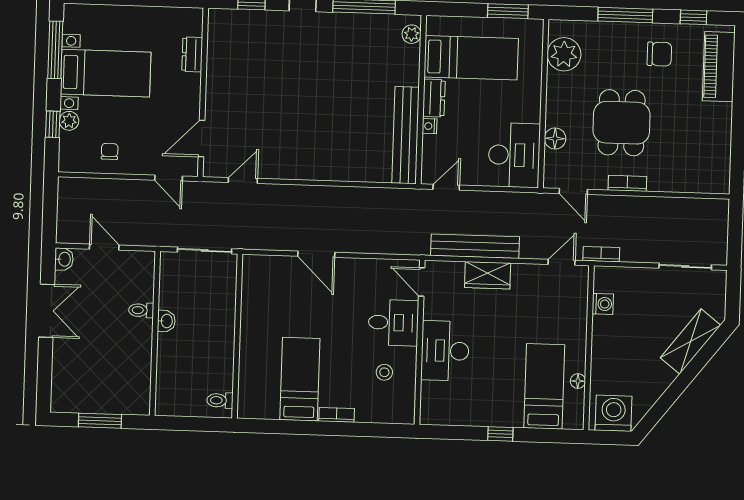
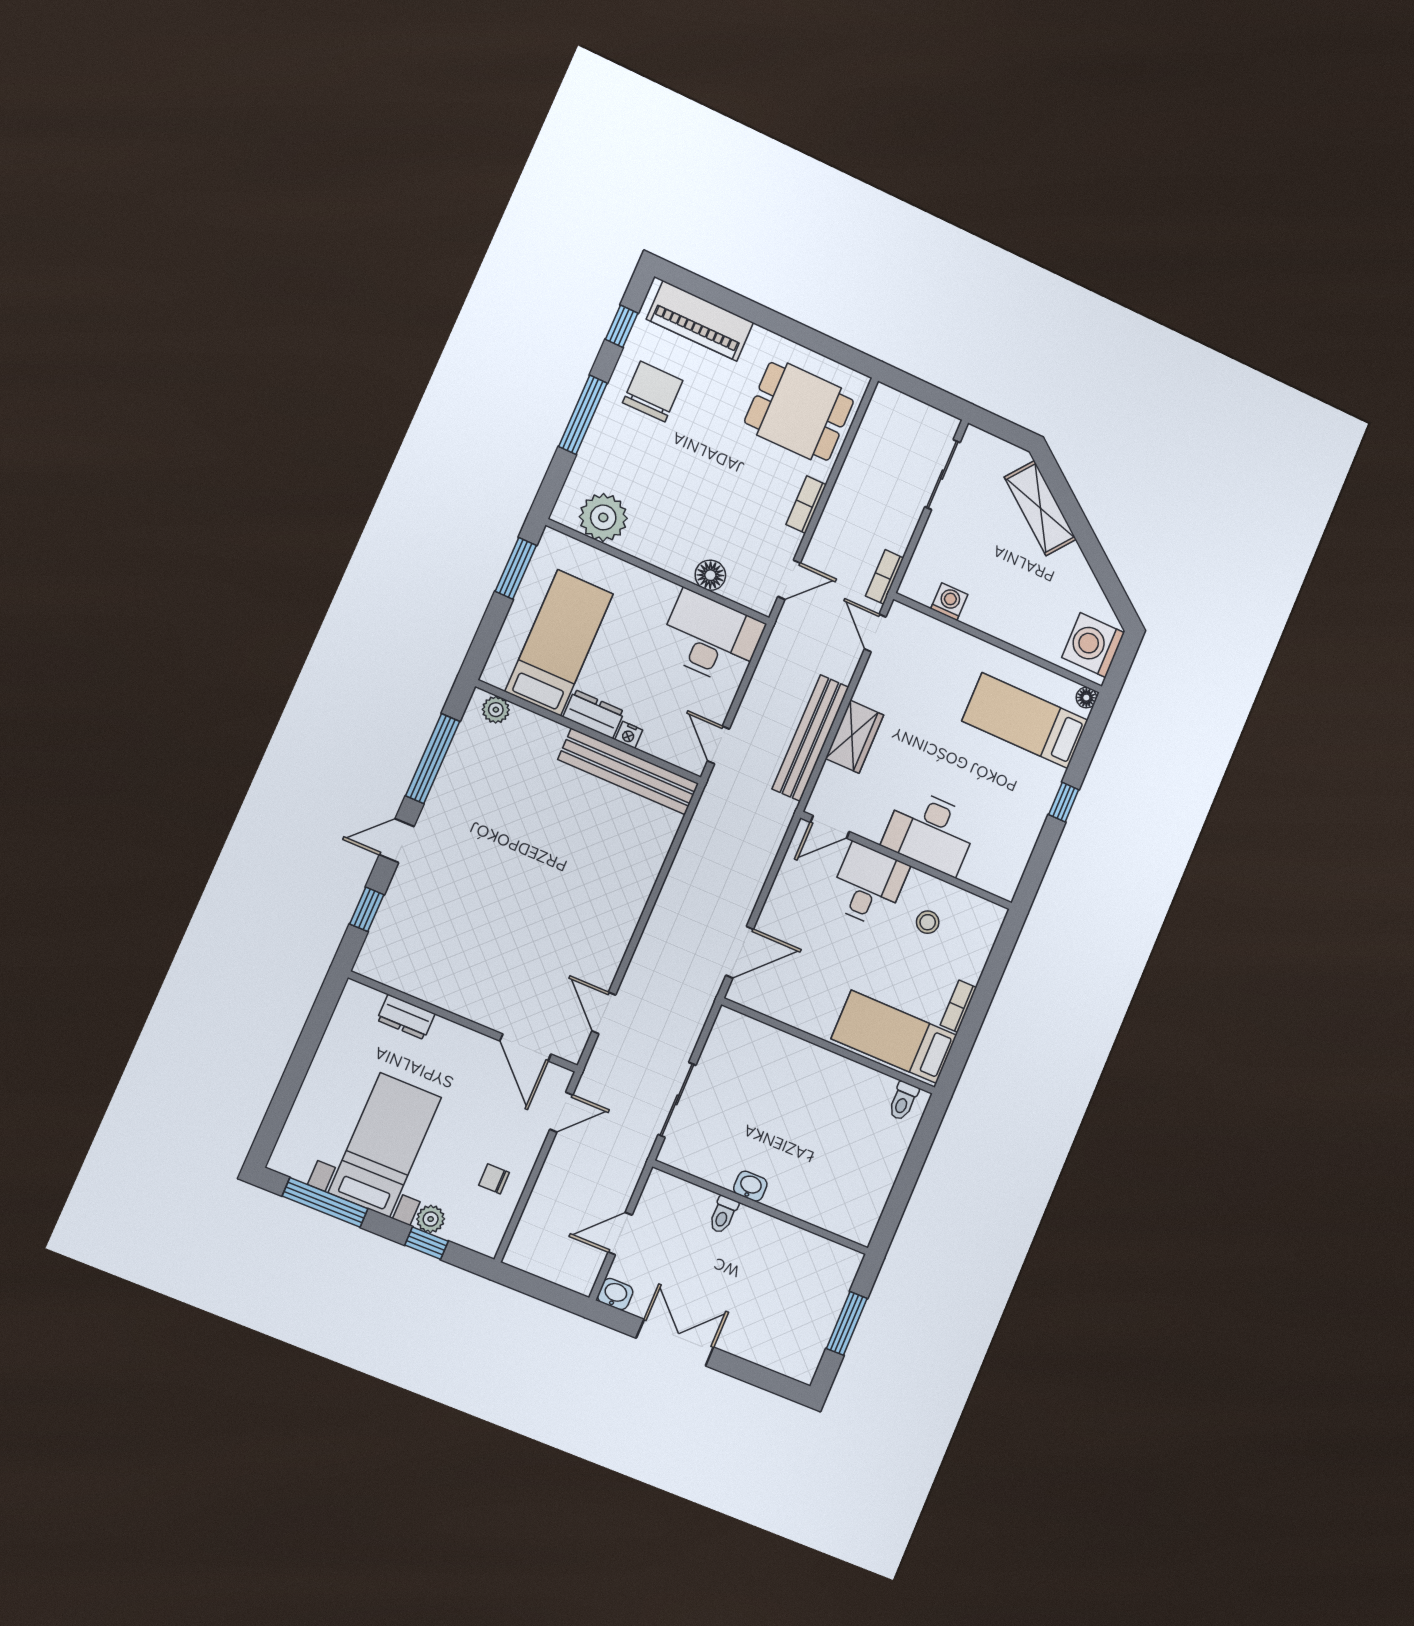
chair: (659, 54) -> (653, 392), width x1.37, depth x1.37
dining table: (622, 123) -> (799, 411), moved
wall: (237, 336) -> (829, 1046), moved
floor lamp: (578, 381) -> (1086, 698), moved
toilet: (220, 400) -> (903, 1101), moved

